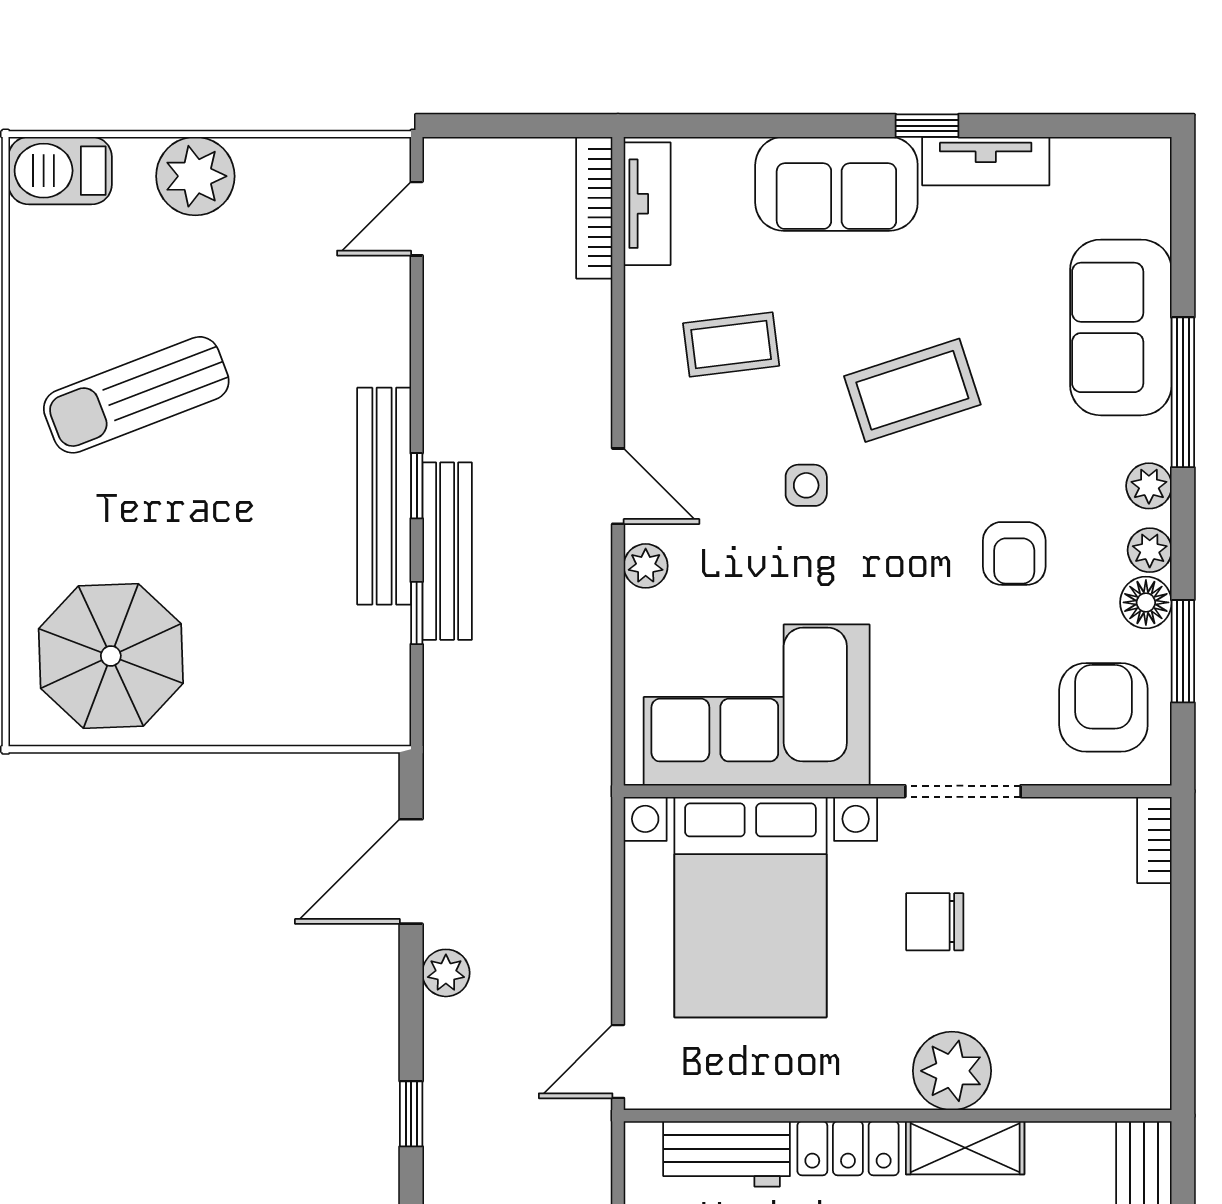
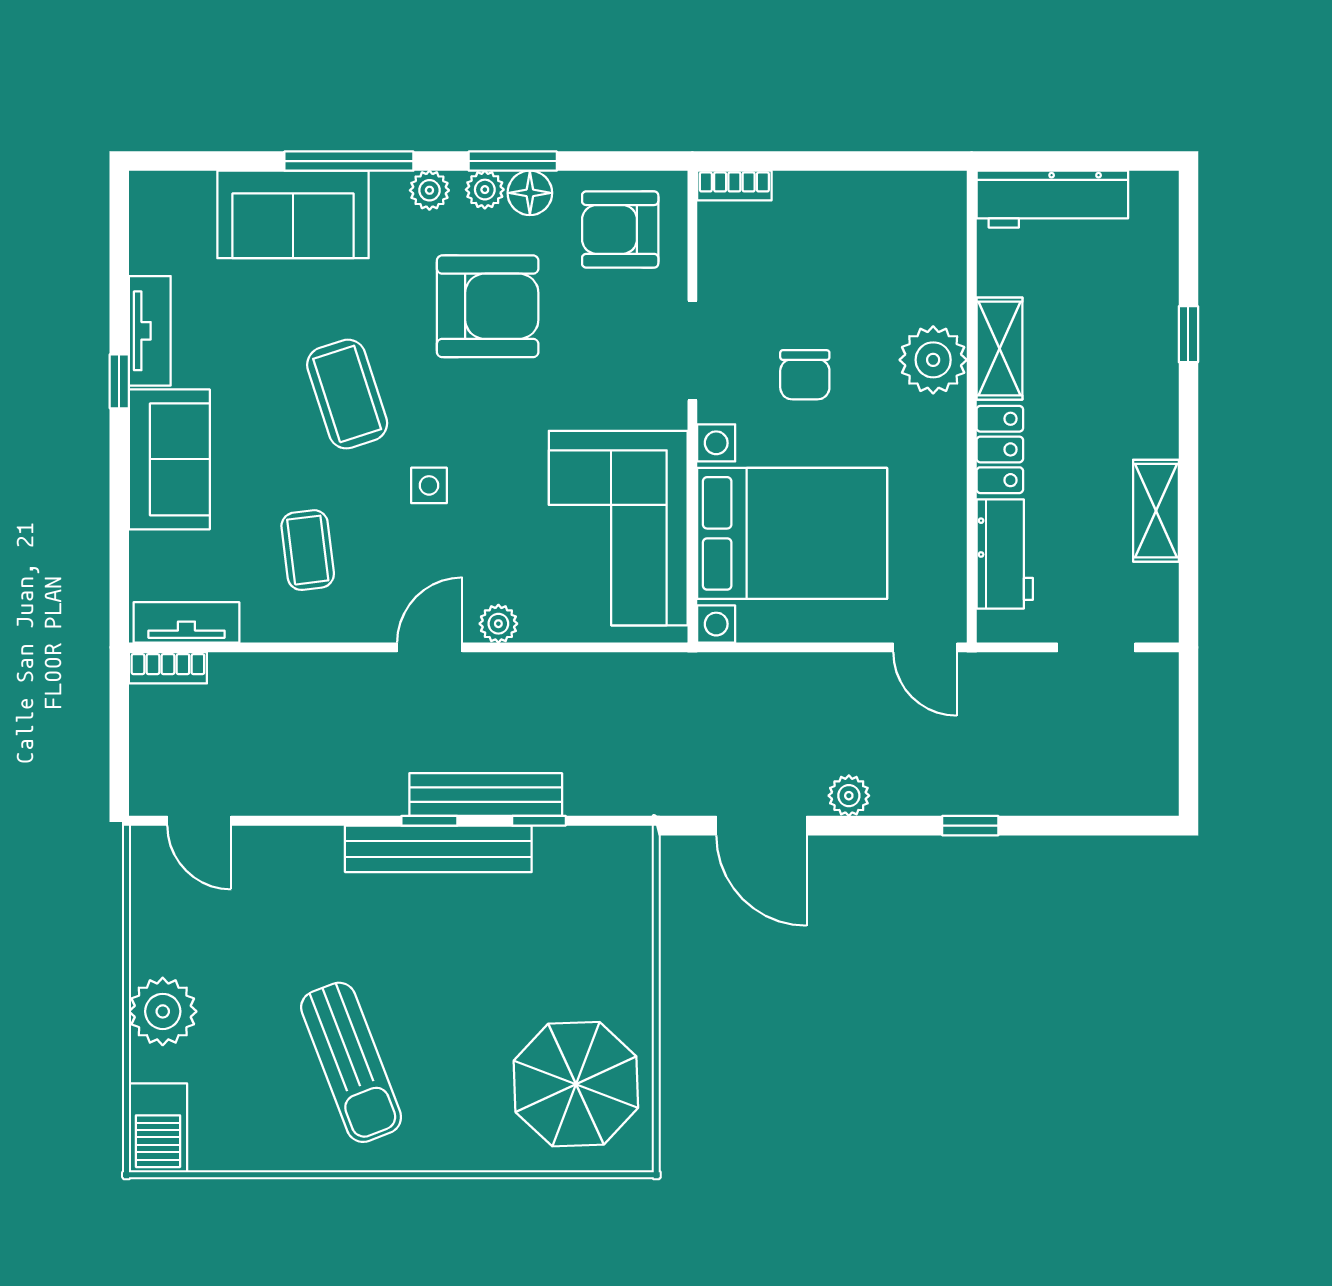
bookcase: (594, 208) -> (168, 668), width x0.64
armchair: (1014, 553) -> (488, 306), width x1.88, depth x1.88
window: (1183, 651) -> (513, 161), moved

